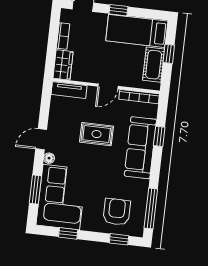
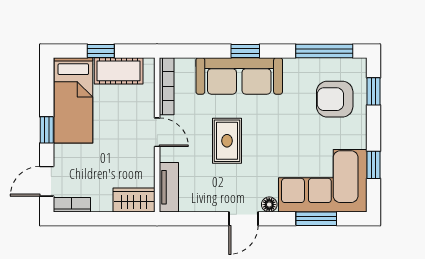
bookcase: (63, 36) -> (72, 205), moved
window: (159, 136) -> (245, 51), moved
door: (41, 139) -> (243, 219), hinge flipped

